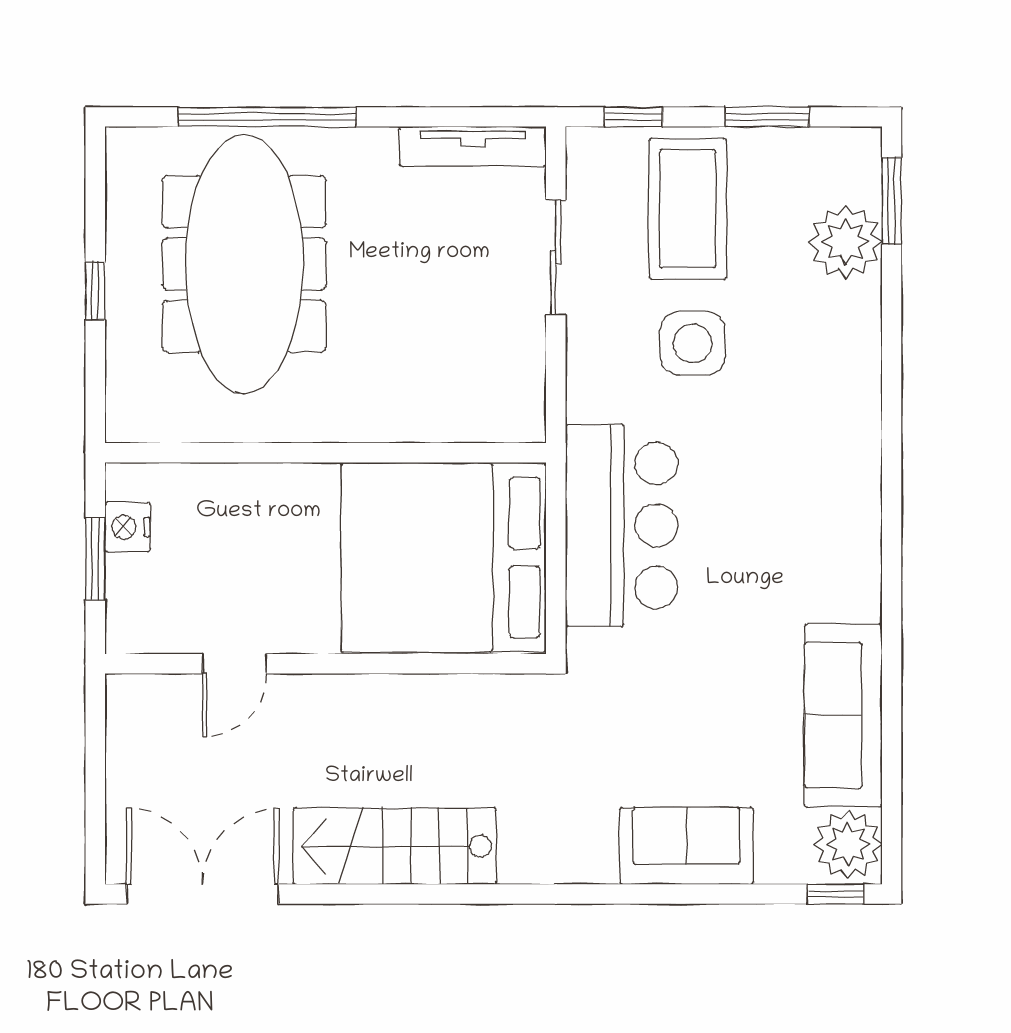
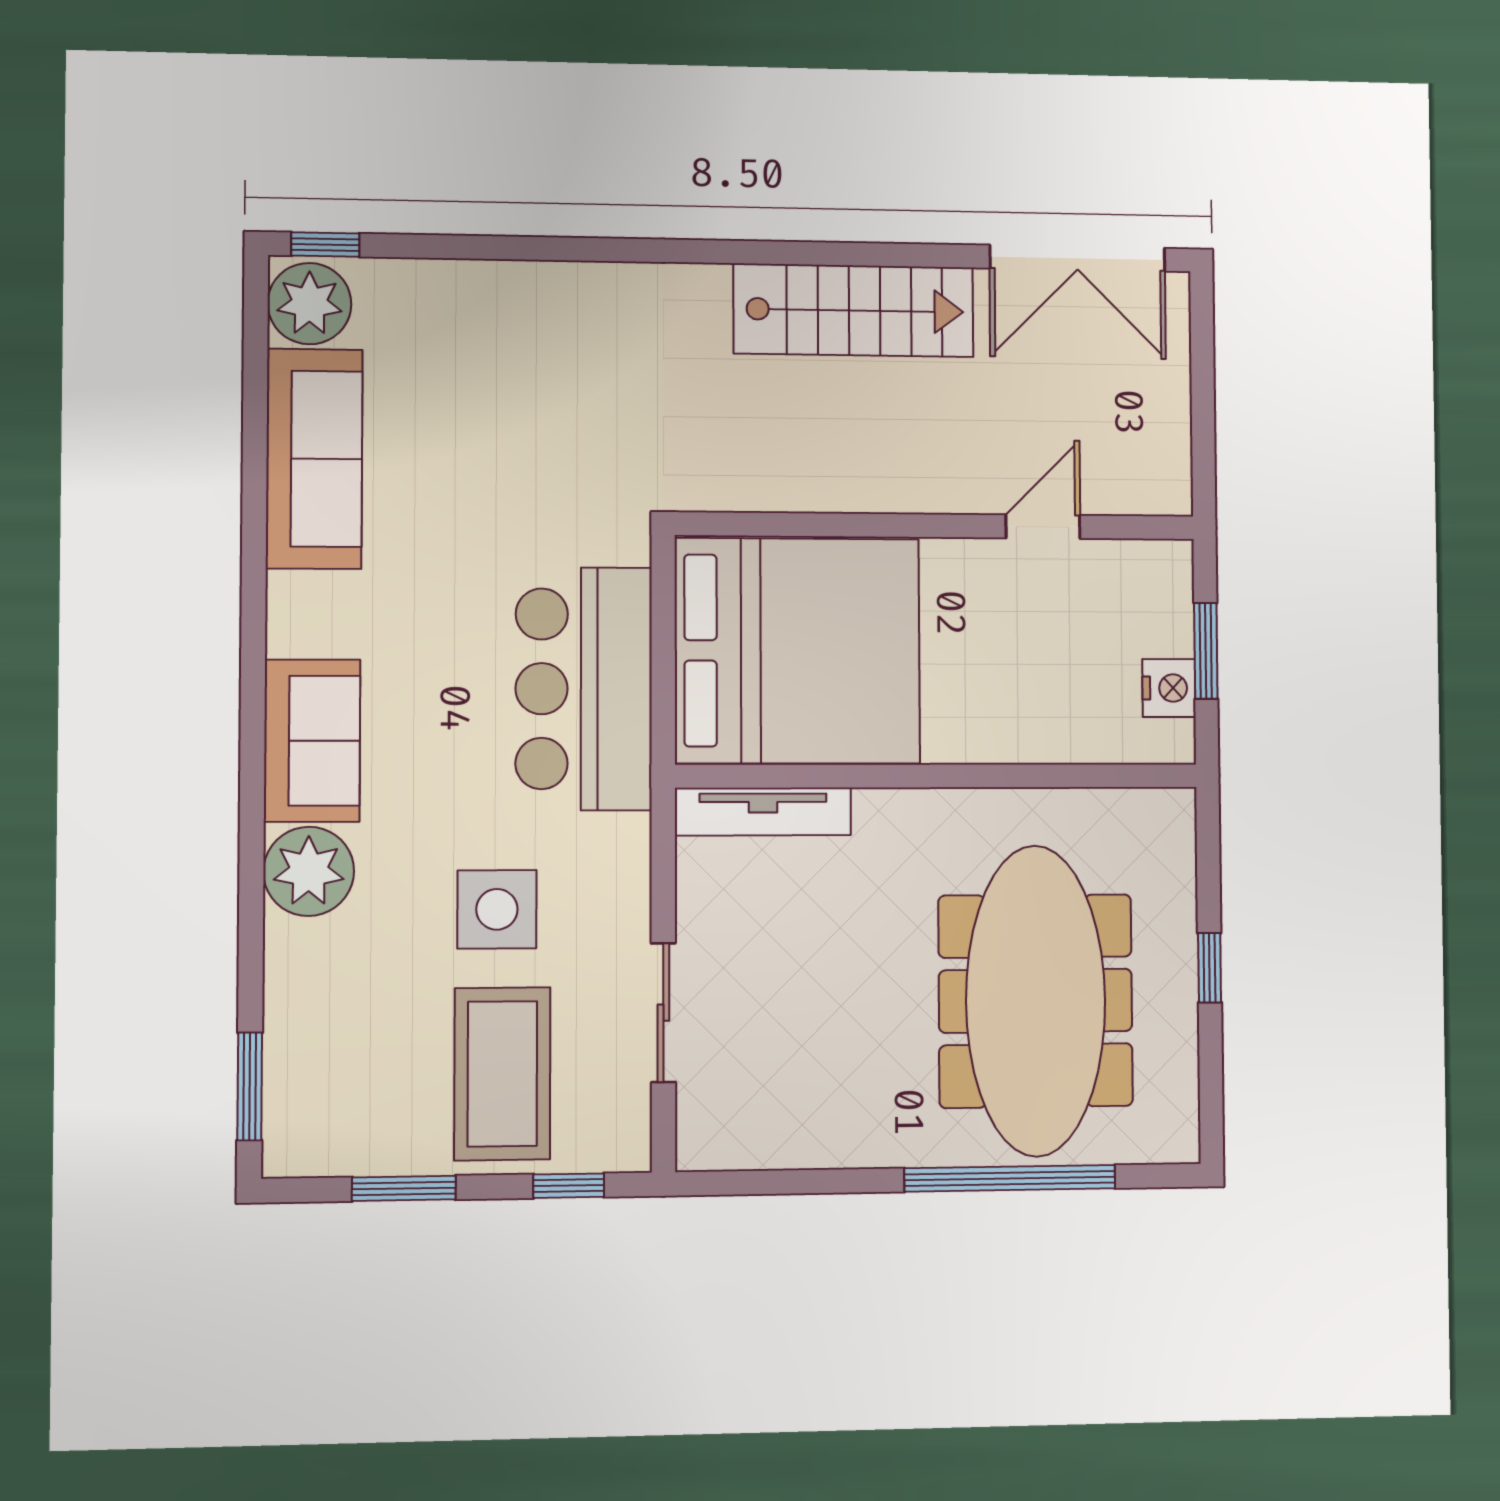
tv unit: (473, 146) -> (763, 812), moved, turned 180
plant: (846, 242) -> (309, 871), moved
sofa: (686, 846) -> (312, 741), moved, turned -90

